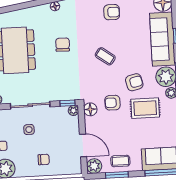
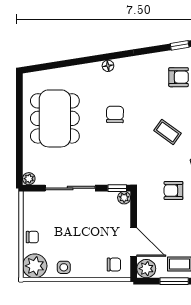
floor lamp: (90, 109) -> (145, 197), removed
side table: (29, 130) -> (64, 267), moved
chair: (44, 160) -> (114, 265), moved

